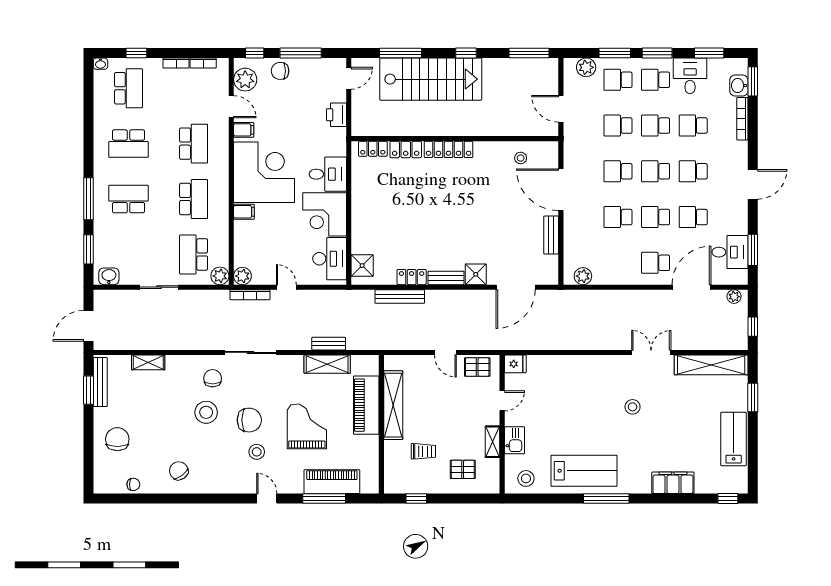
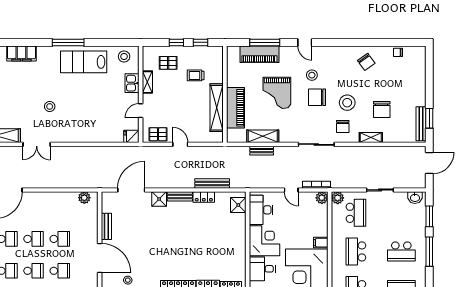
school desk: (656, 263) -> (34, 207), removed
shelving: (148, 362) -> (371, 138), moved
chair: (117, 439) -> (382, 110), moved
window: (451, 499) -> (176, 42), added

